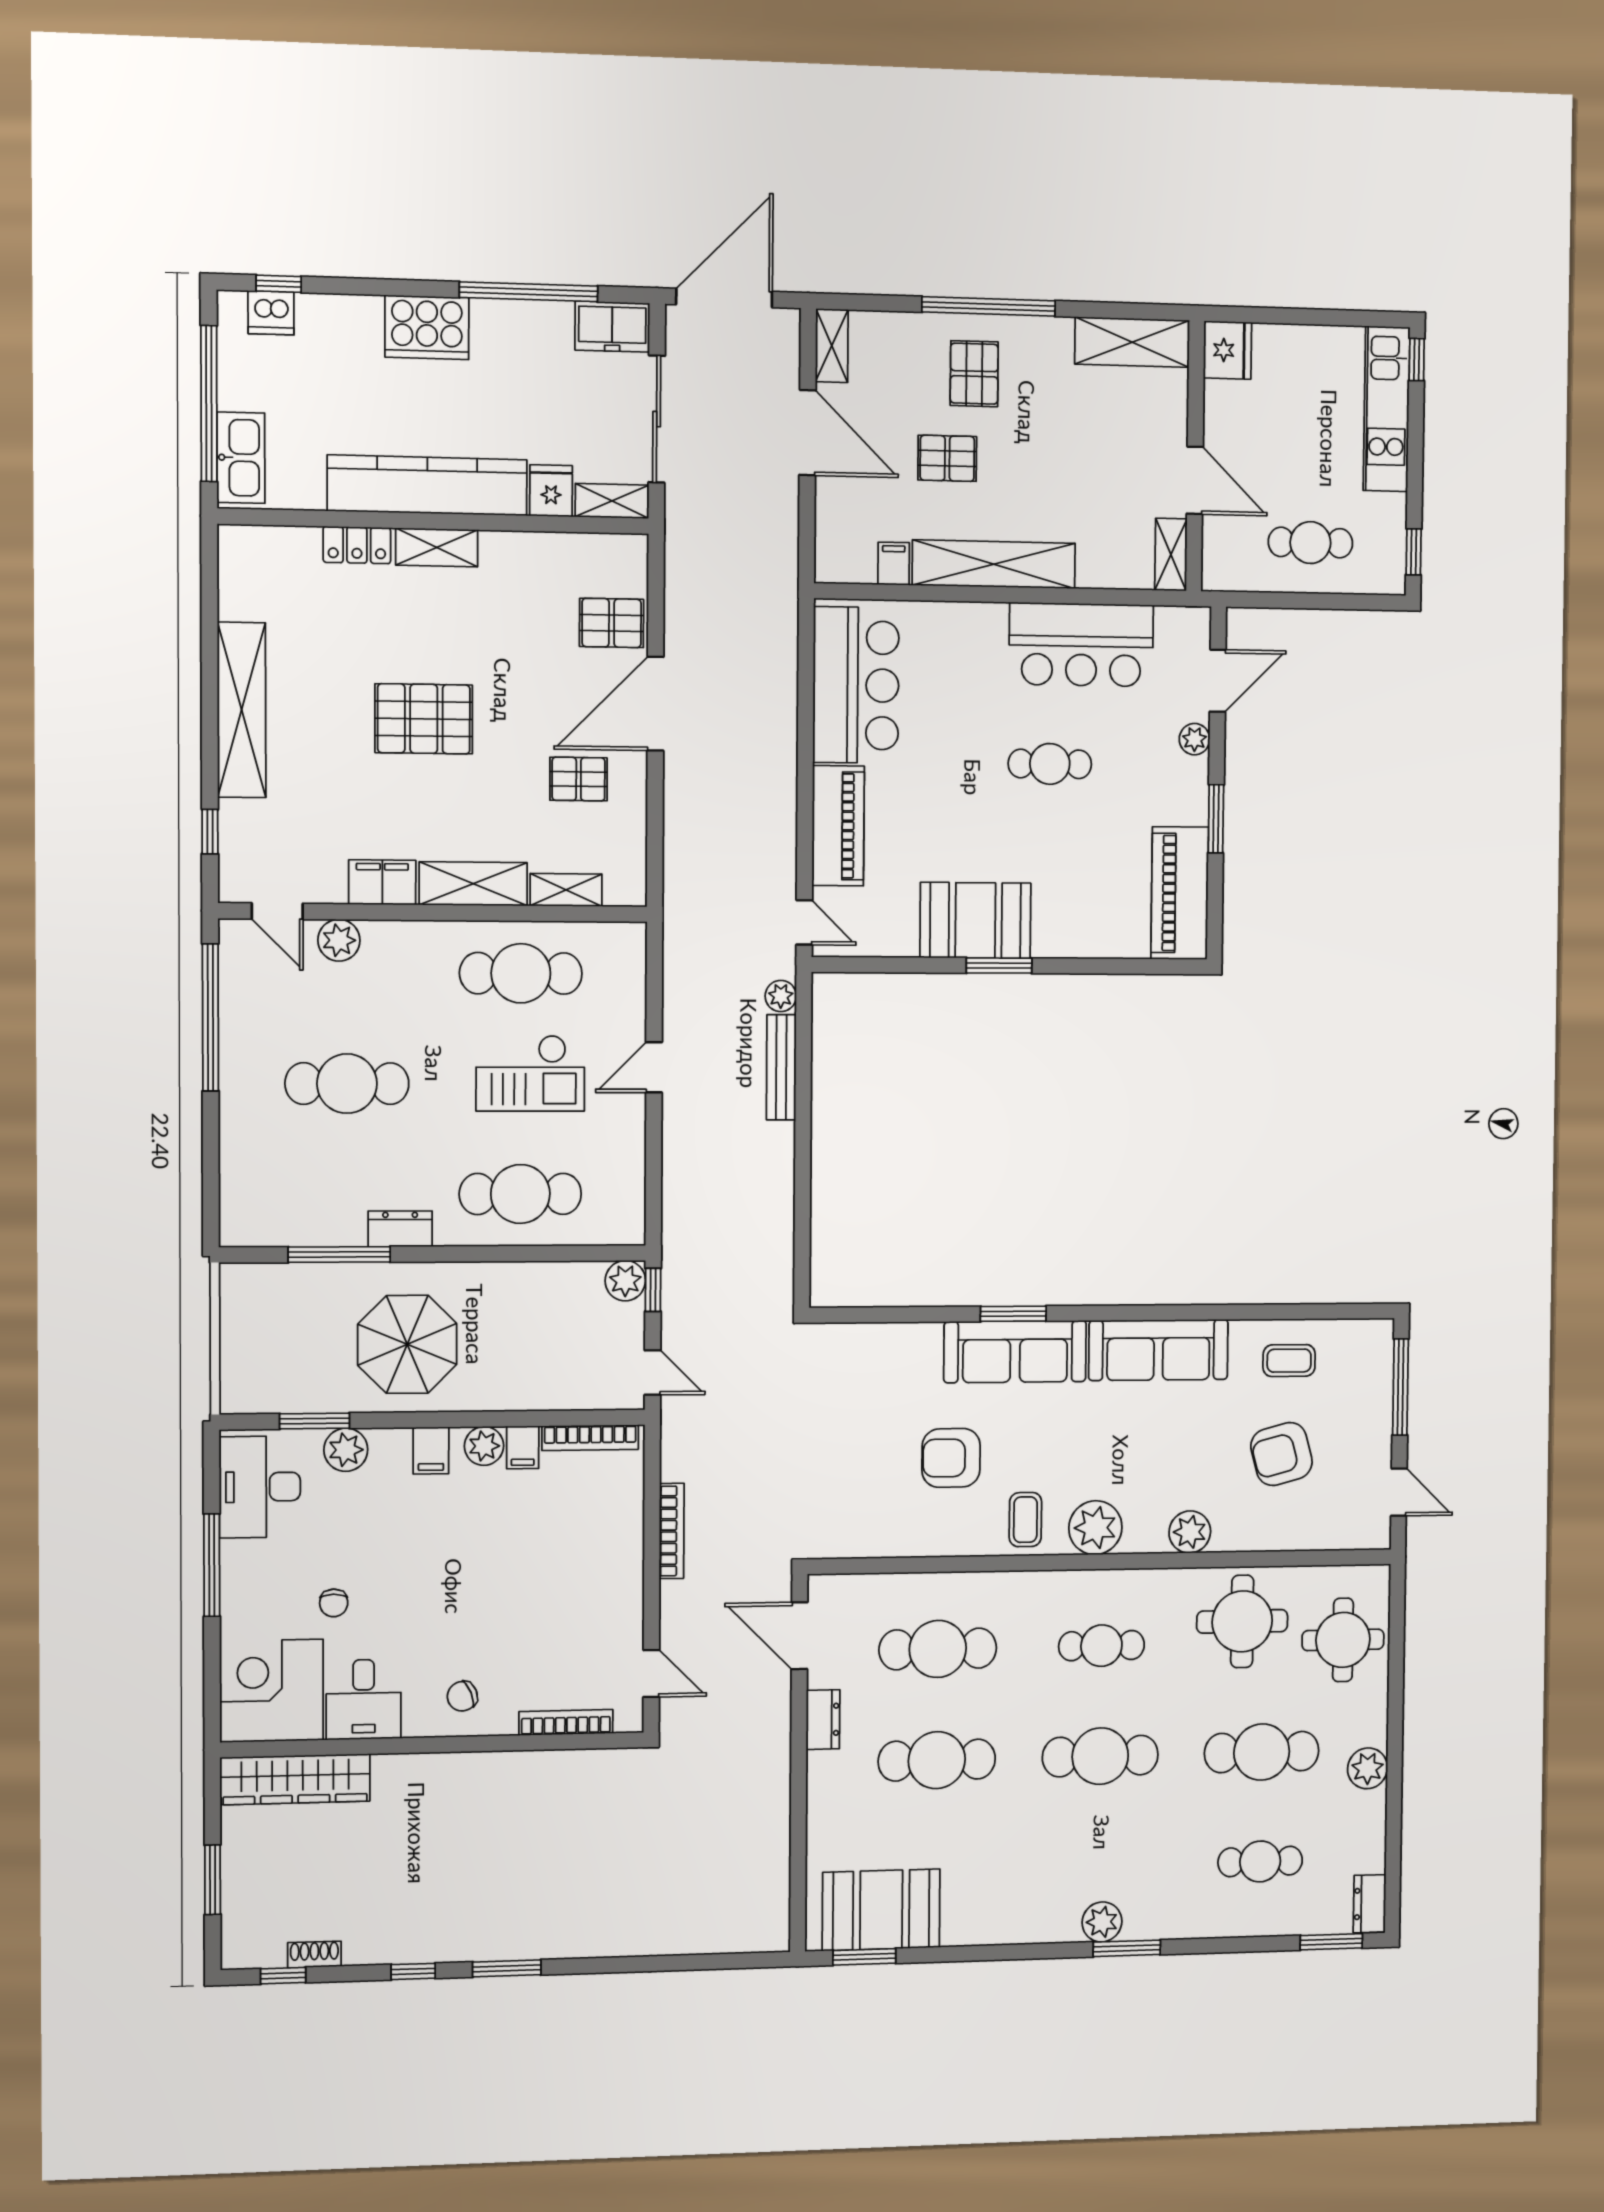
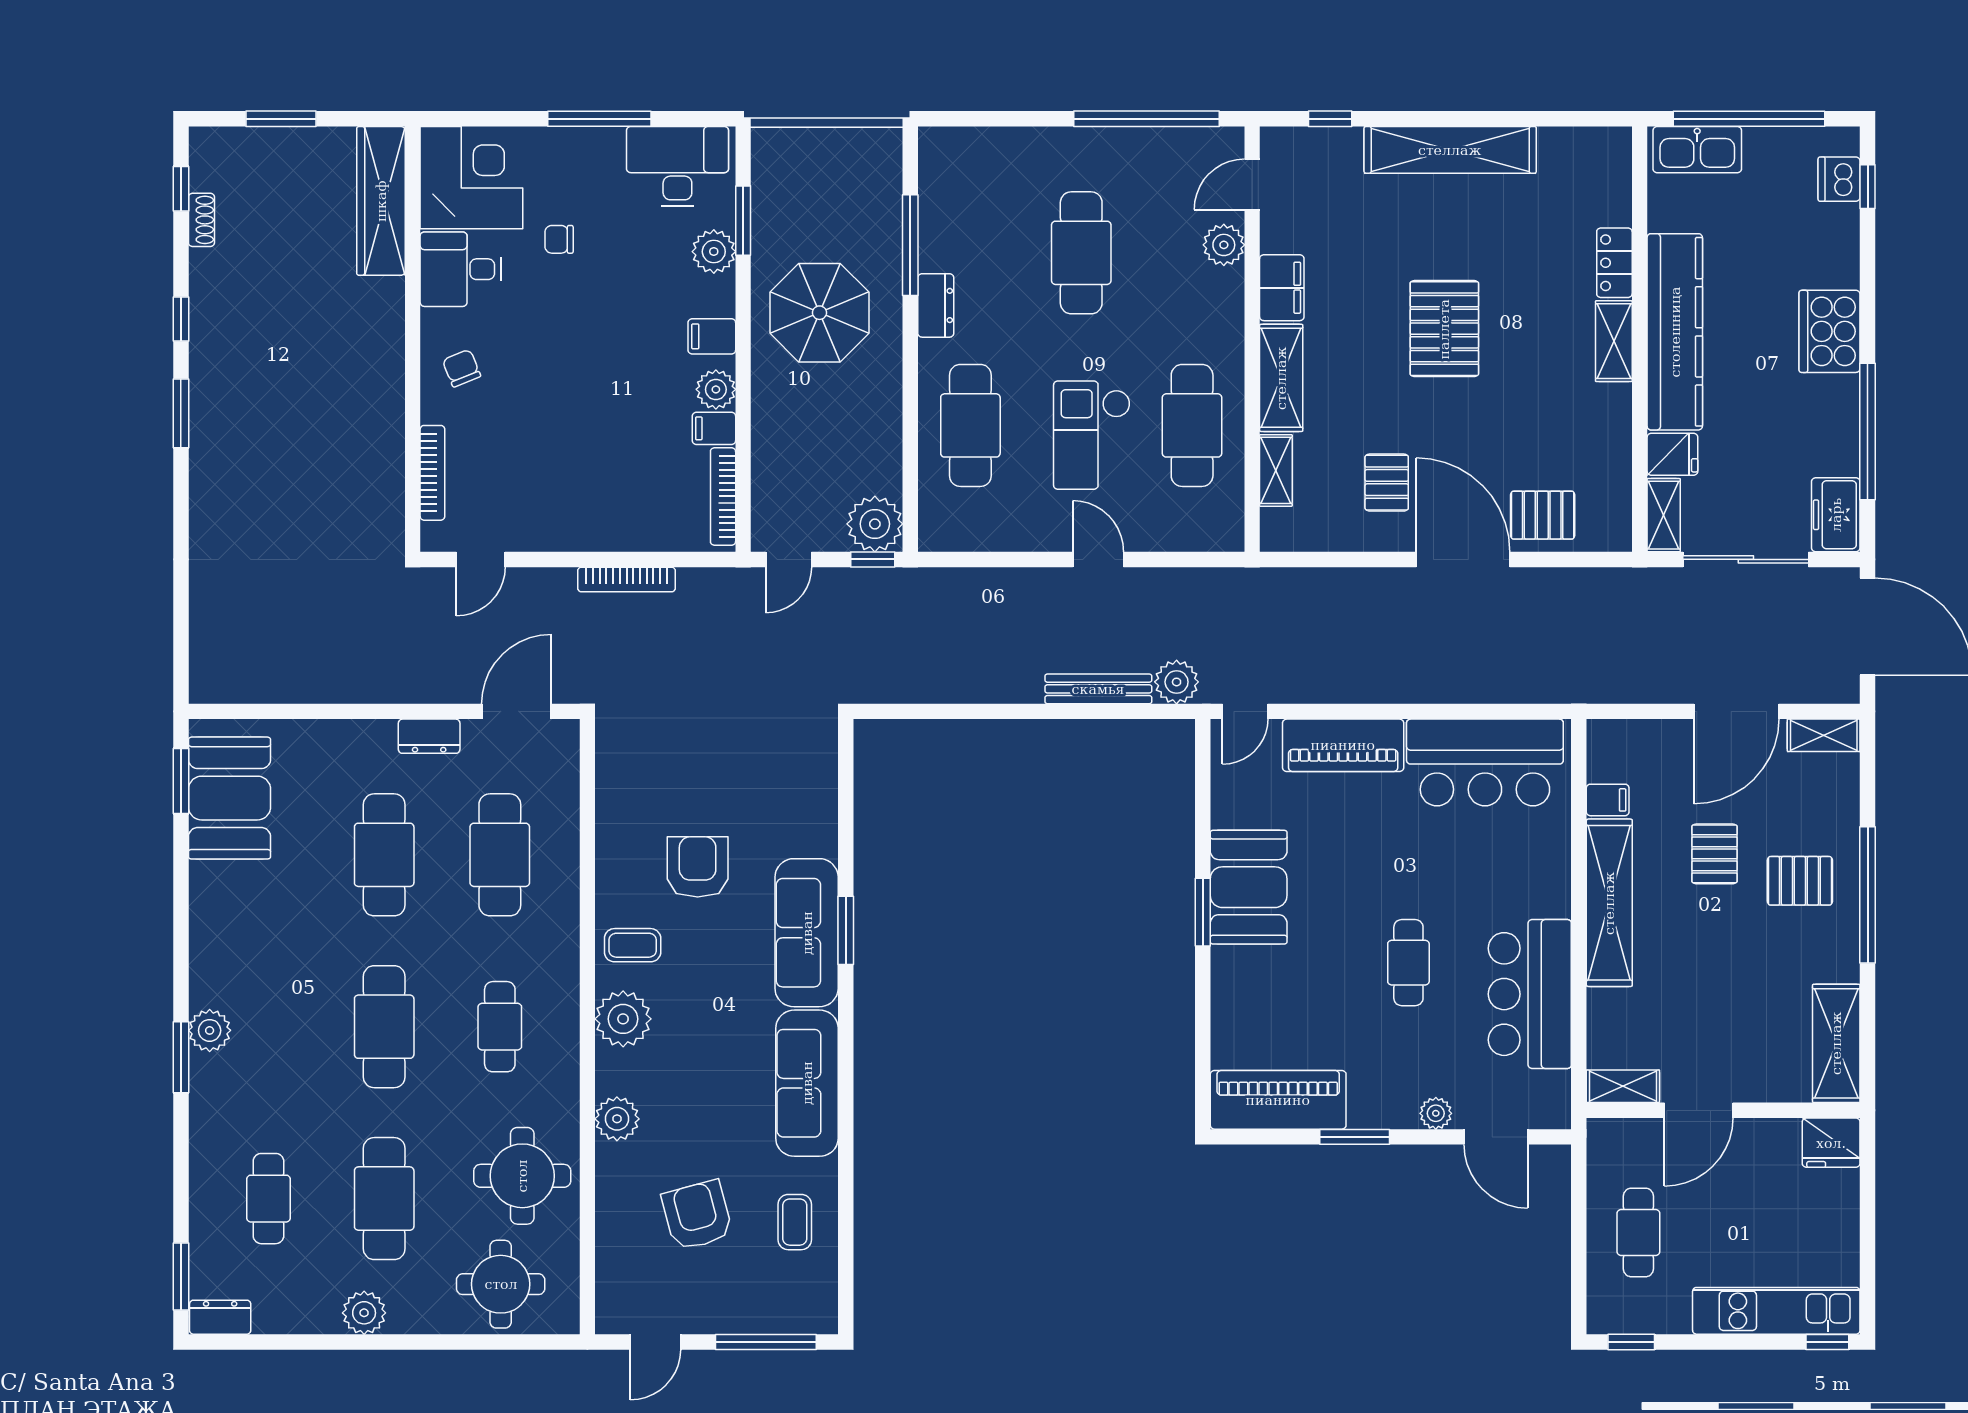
pallet: (612, 623) -> (1543, 515), turned 90
plant: (781, 996) -> (1177, 682), width x1.38, depth x1.38
plant: (625, 1281) -> (875, 524), width x1.36, depth x1.36

